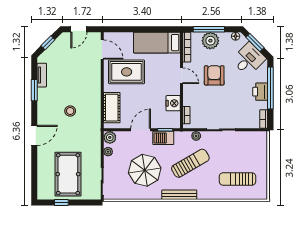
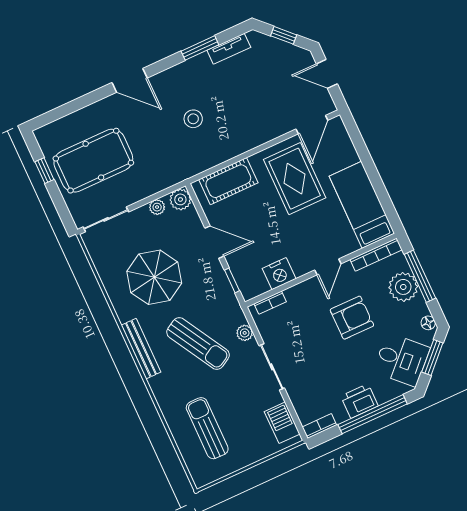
barbecue: (163, 138) -> (282, 423), moved

